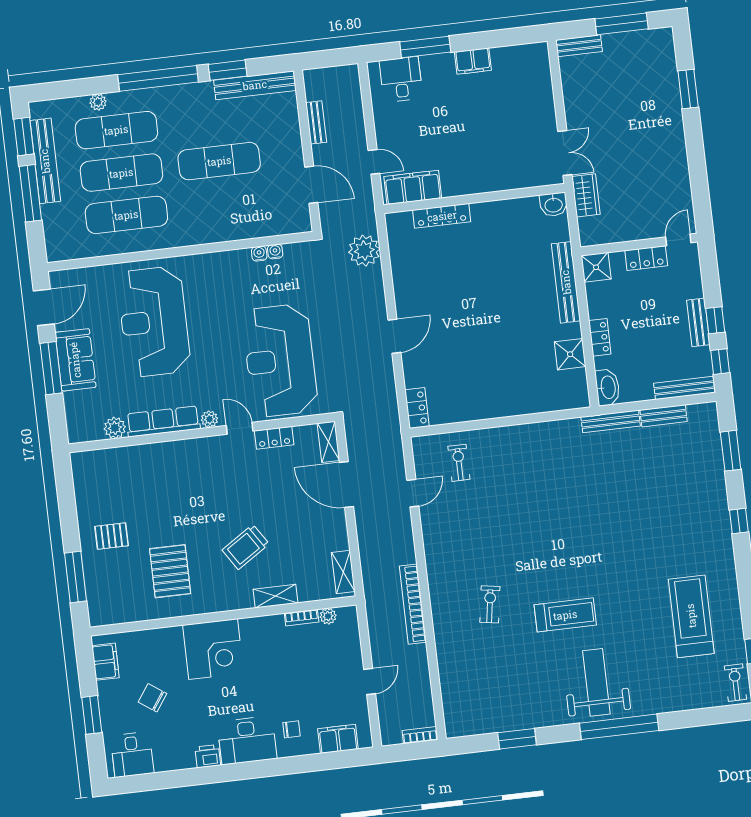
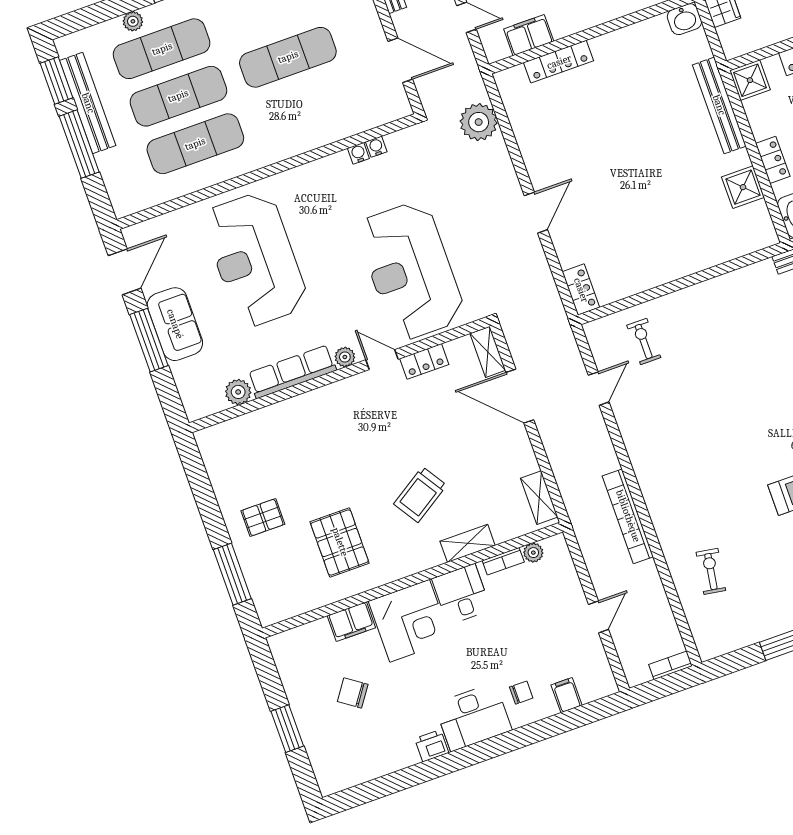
filing cabinet: (413, 187) -> (529, 35), width x0.67, depth x0.86
exercise bike: (490, 604) -> (711, 571), moved
filing cabinet: (105, 662) -> (351, 622), moved, turned 90
filing cabinet: (338, 739) -> (567, 695), width x0.50
desk: (132, 755) -> (461, 594), moved, turned 180

